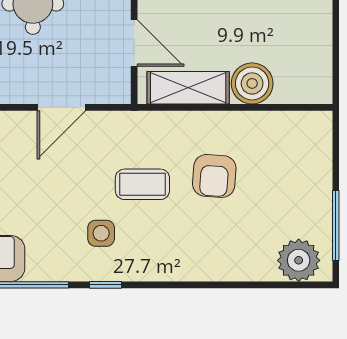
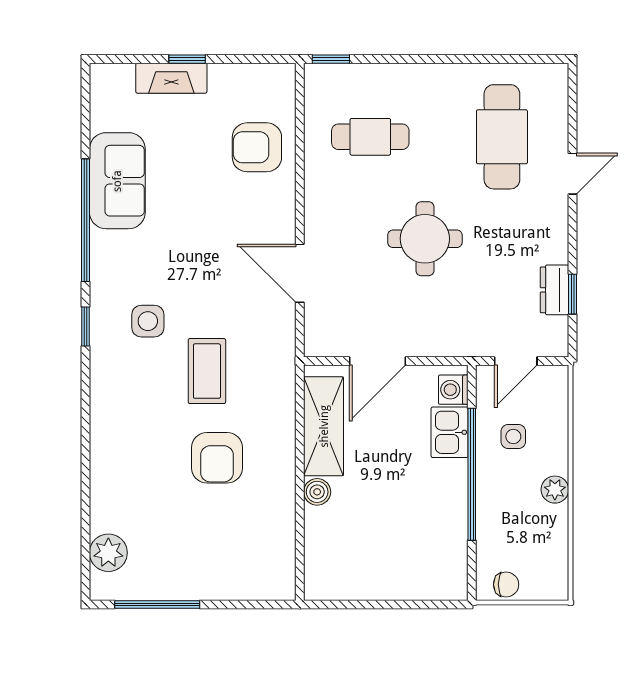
boiler: (252, 83) -> (317, 492), width x0.54, depth x0.54
armchair: (214, 176) -> (217, 458), turned -94
plant: (299, 260) -> (108, 553), width x0.73, depth x0.73

